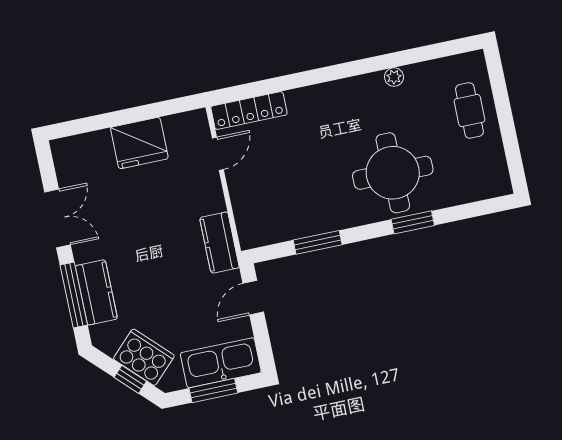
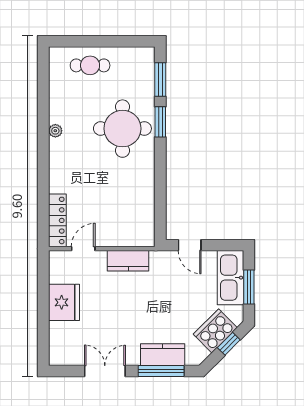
plant: (394, 77) -> (55, 131), moved
door: (218, 154) -> (83, 249), hinge flipped
window: (318, 242) -> (160, 79), moved
kitchen counter: (219, 243) -> (128, 261), moved

